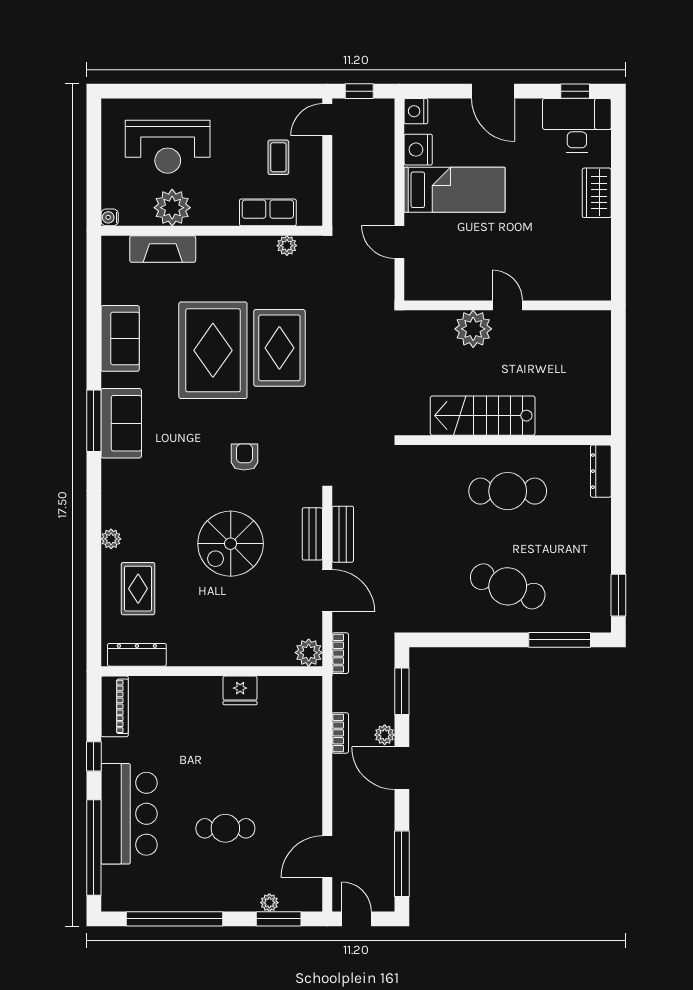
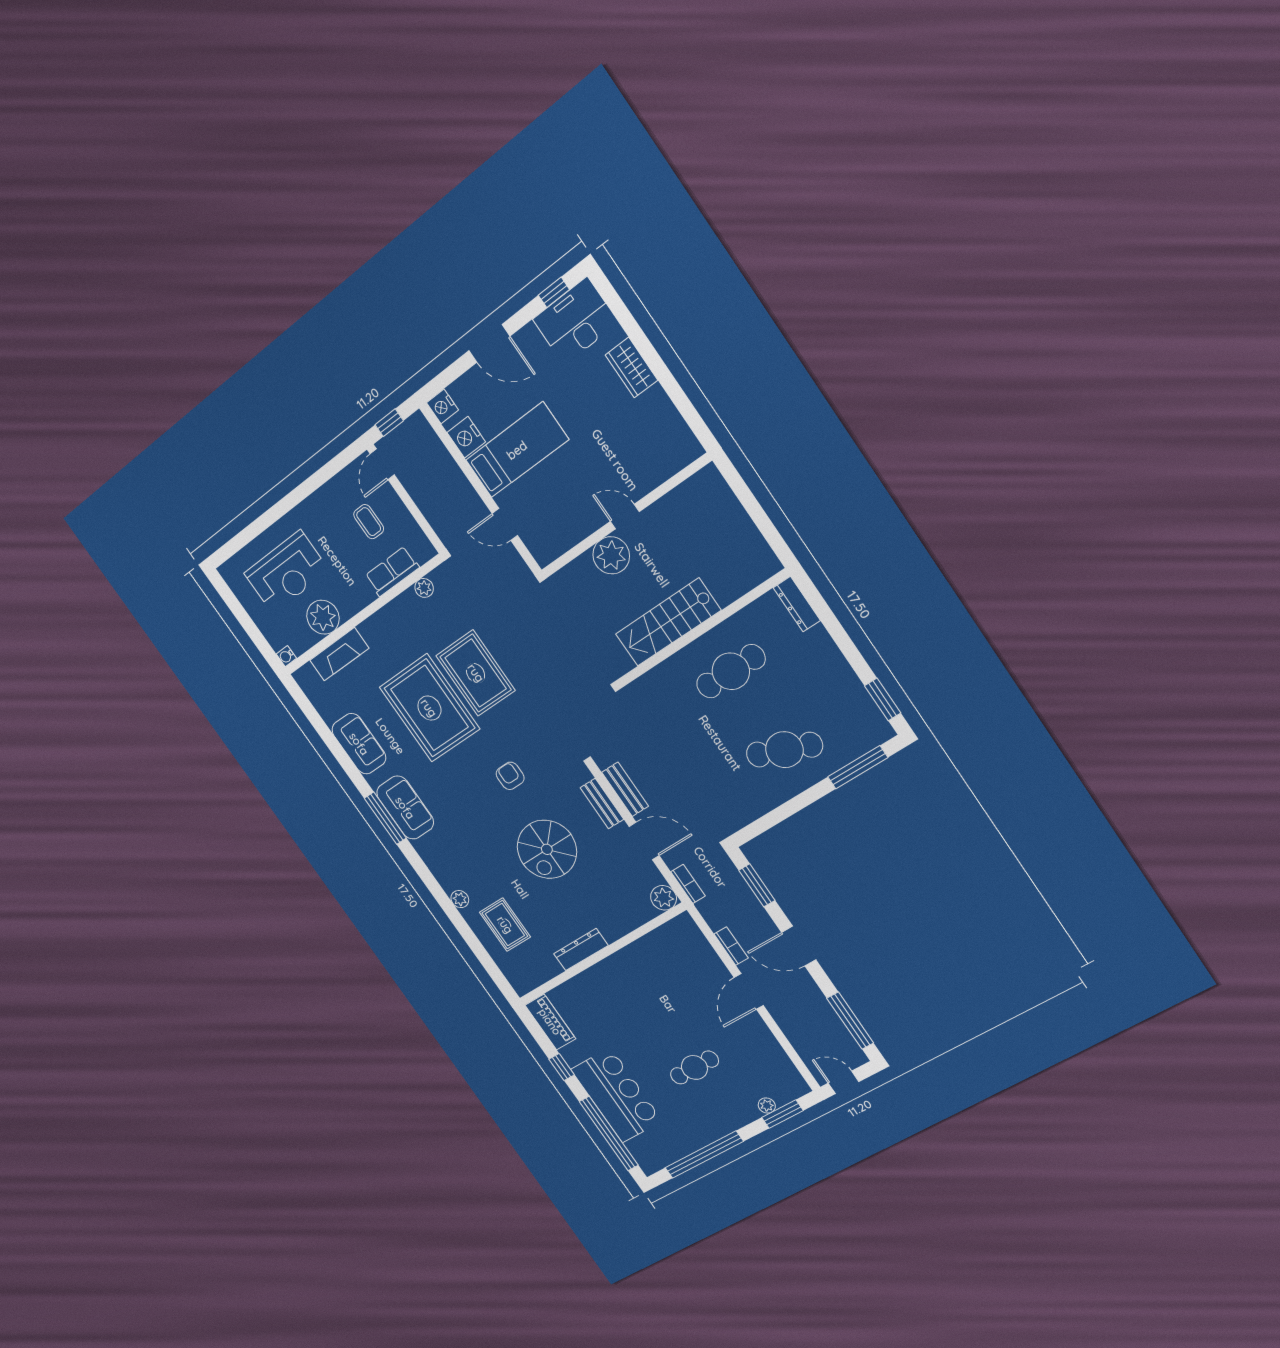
dresser: (137, 655) -> (581, 950), moved
fridge: (240, 690) -> (632, 957), removed
plant: (385, 735) -> (767, 928), removed
door: (327, 857) -> (749, 991), moved

